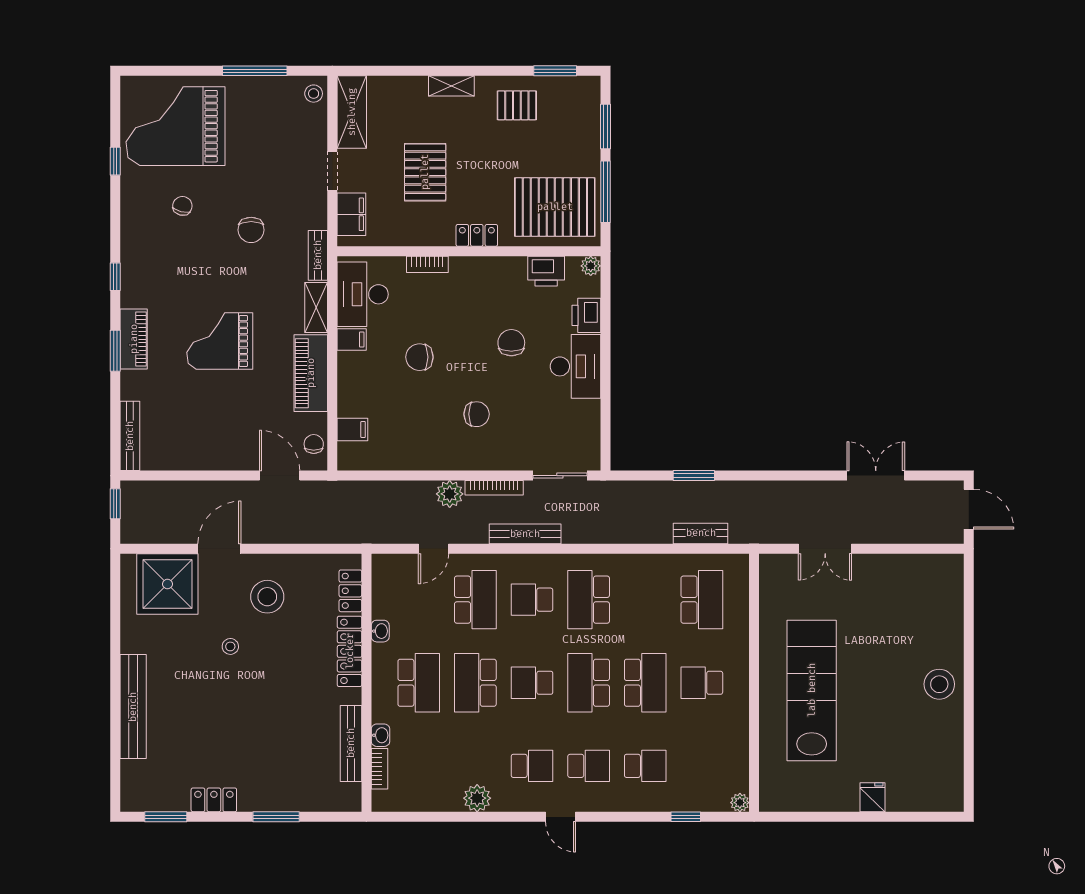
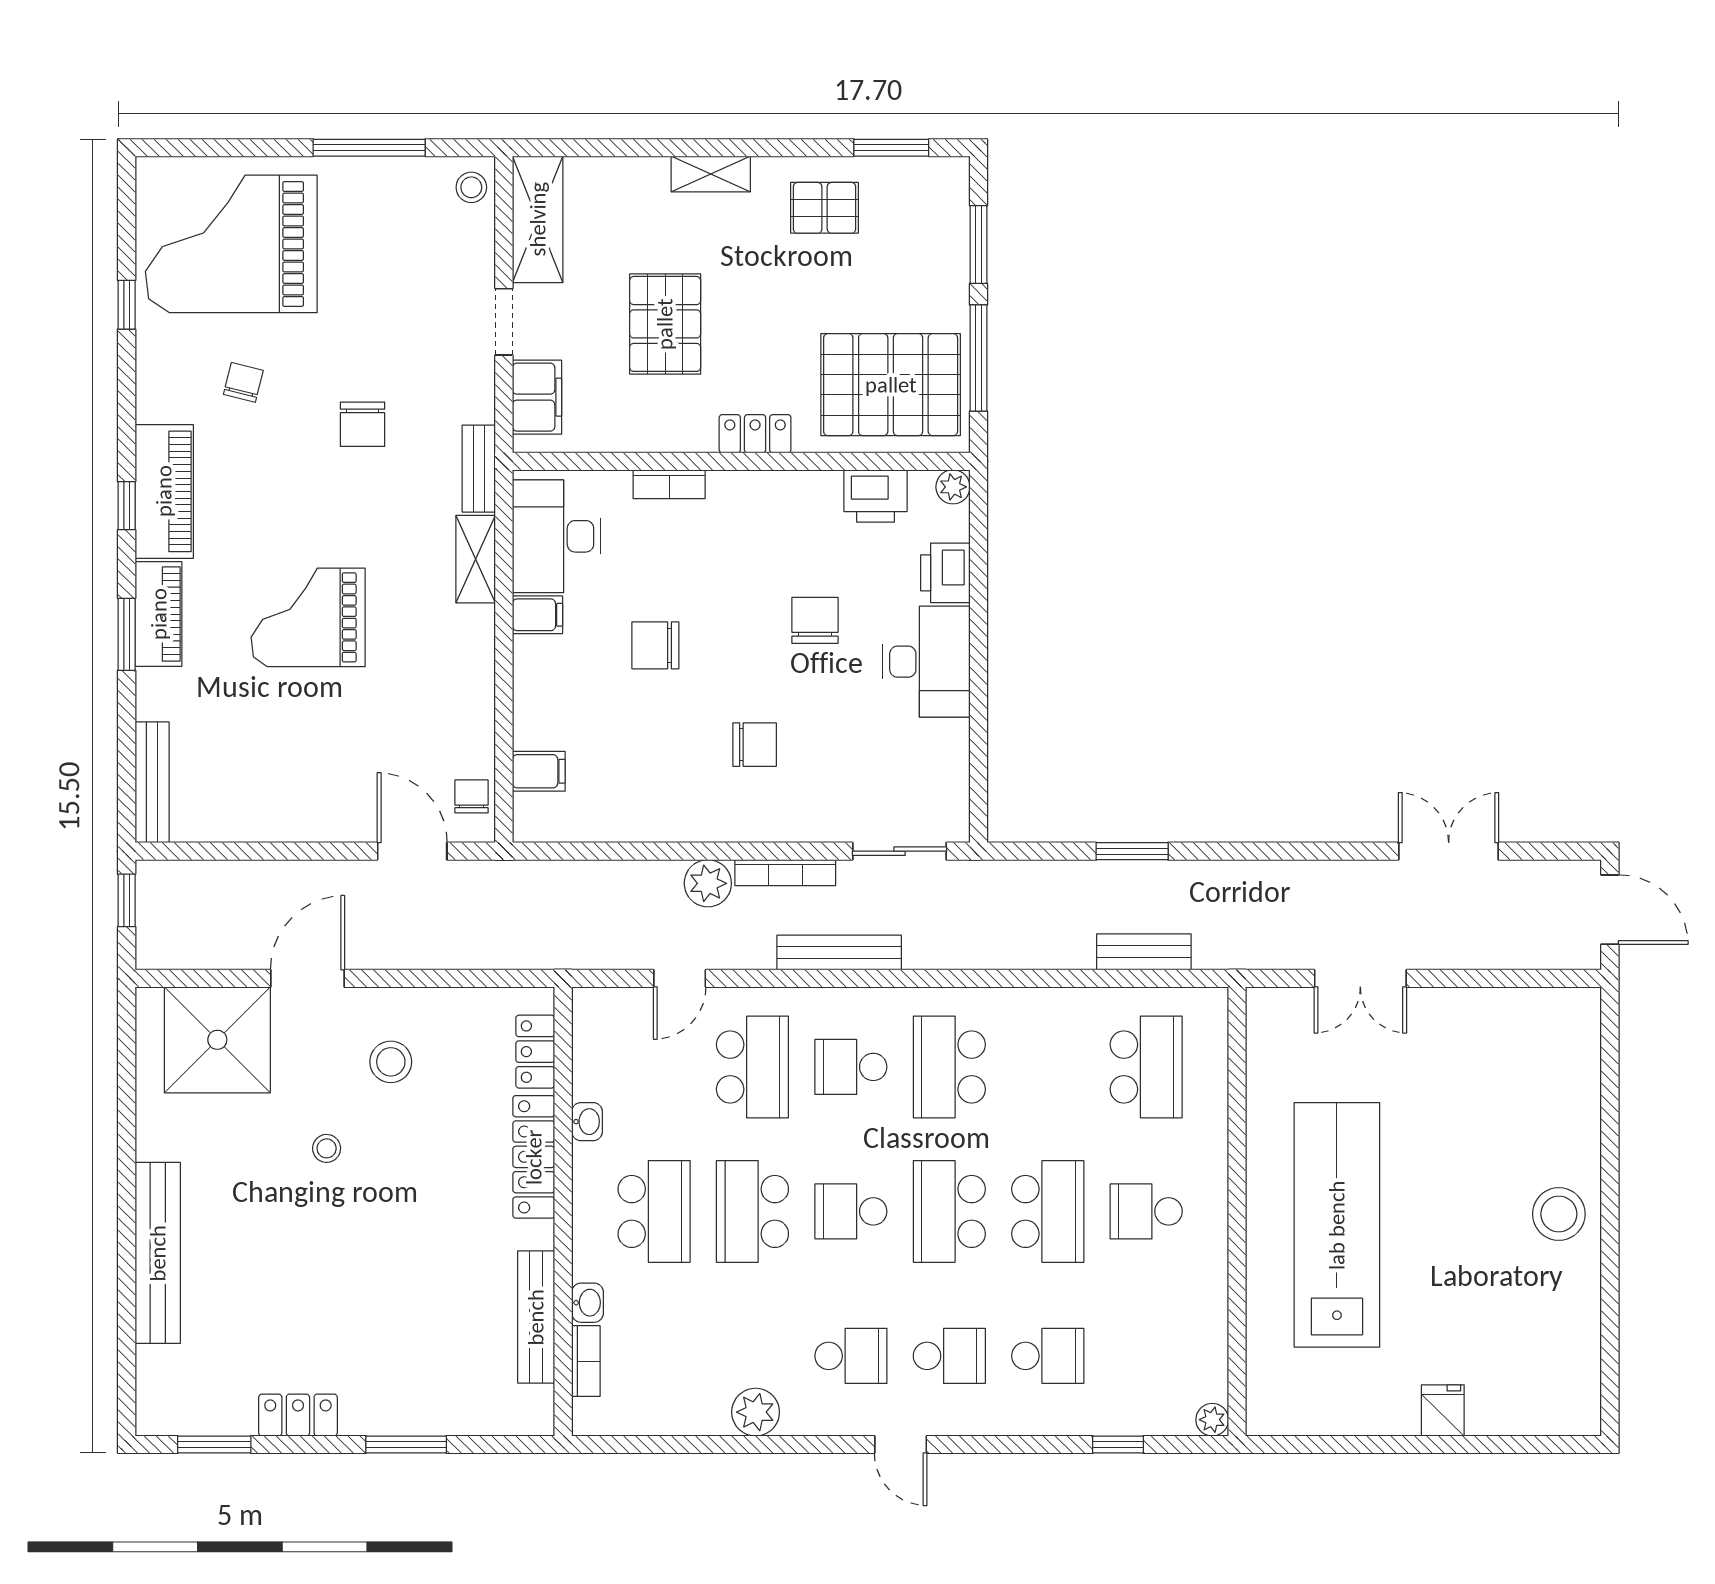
piano: (311, 373) -> (164, 491), moved, turned 180
stool: (267, 597) -> (391, 1062), width x0.73, depth x0.73

